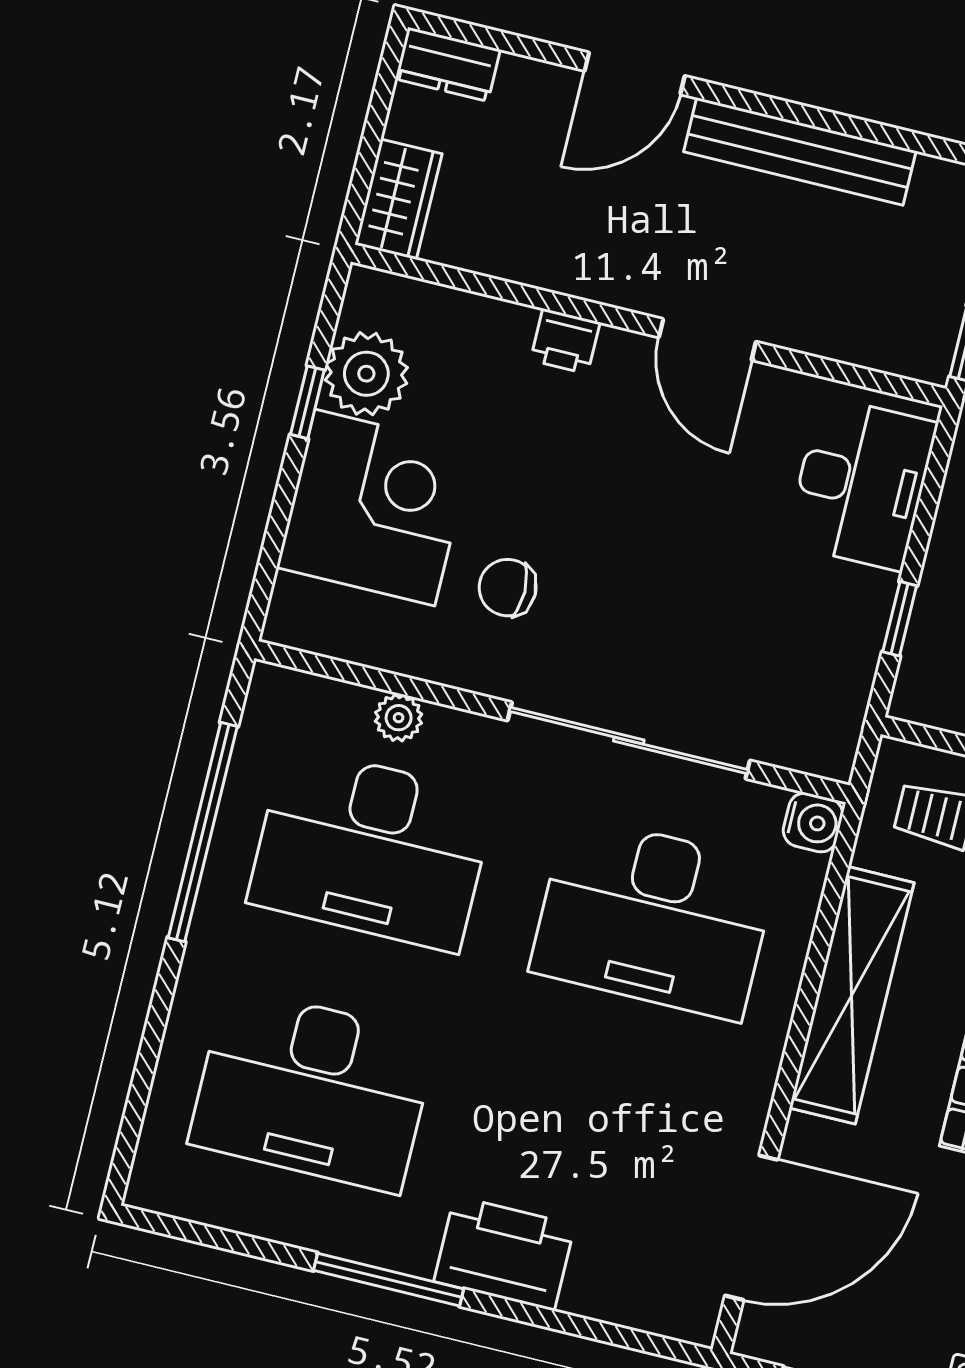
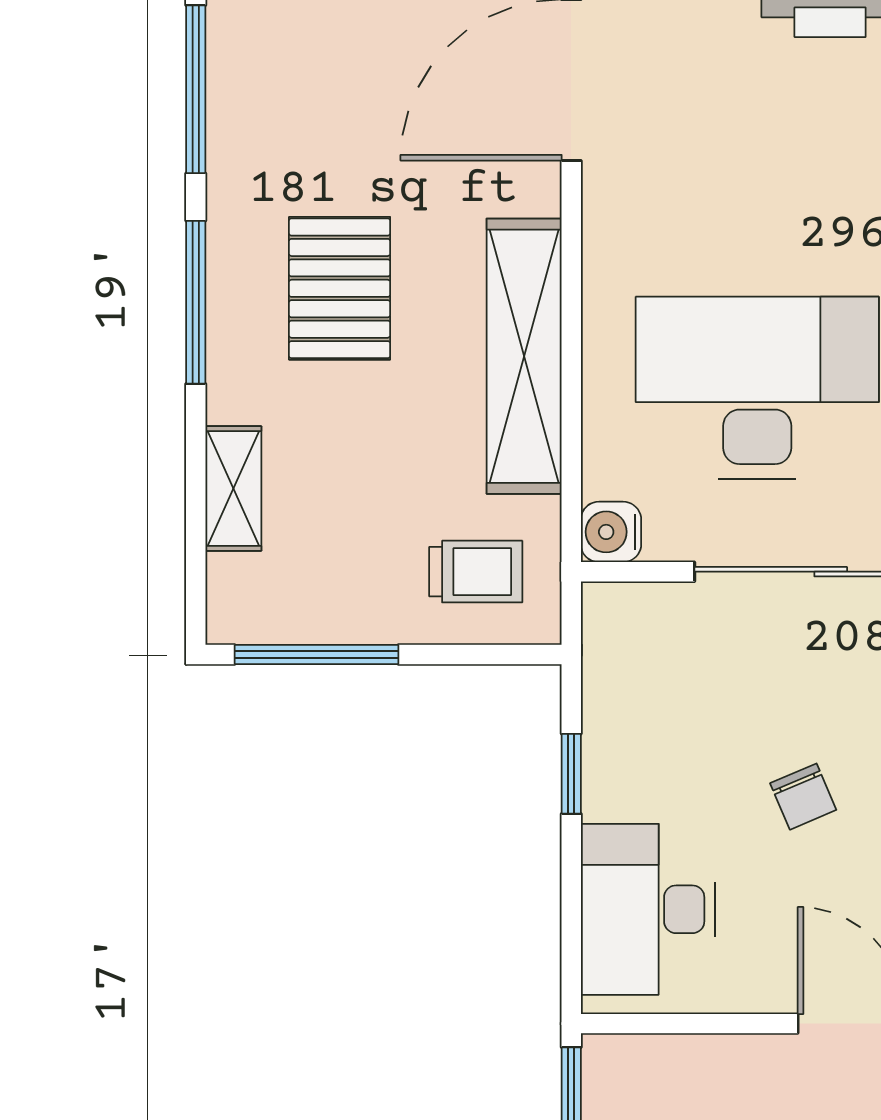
chair: (701, 549) -> (803, 797), added

